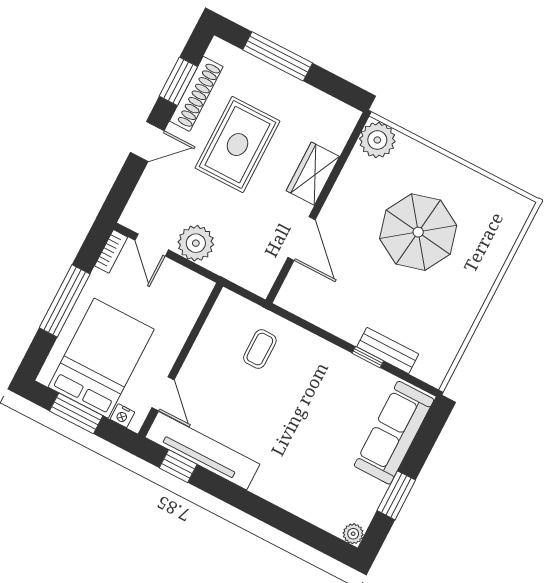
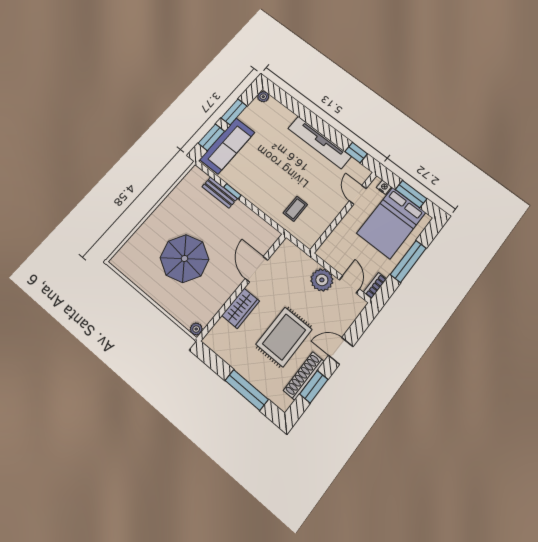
plant: (377, 140) -> (196, 329), width x0.53, depth x0.53
window: (424, 442) -> (211, 137), added
tv unit: (202, 451) -> (320, 142), moved

